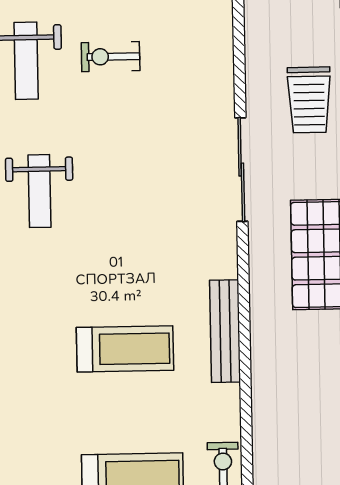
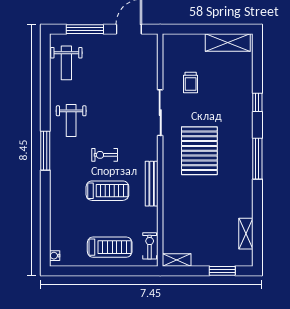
exercise bike: (111, 57) -> (105, 155), moved
trolley: (309, 100) -> (191, 83), width x0.73, depth x0.72

